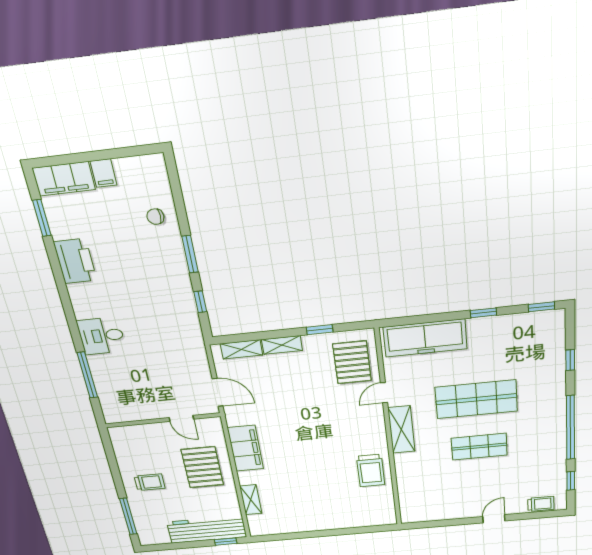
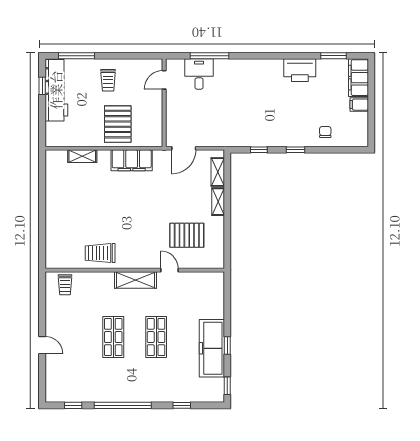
window: (190, 254) -> (296, 150), width x0.67
window: (320, 330) -> (227, 230), removed
desk: (101, 336) -> (199, 74), moved
freezer: (425, 338) -> (212, 348), moved
pallet: (352, 362) -> (187, 235), moved
shop shelf: (476, 399) -> (156, 337), width x0.70, depth x0.74
door: (181, 418) -> (164, 80), moved
pallet: (202, 467) -> (118, 124), turned 90
trolley: (541, 504) -> (65, 285), moved
workbench: (207, 529) -> (56, 90), moved
window: (226, 542) -> (42, 86), moved

